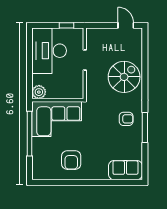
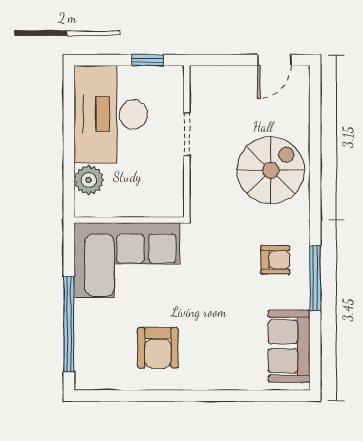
door: (126, 25) -> (274, 60), swing flipped
plant: (39, 92) -> (89, 180), moved
window: (30, 134) -> (69, 324), moved
sofa: (125, 170) -> (289, 346), moved, turned -90

